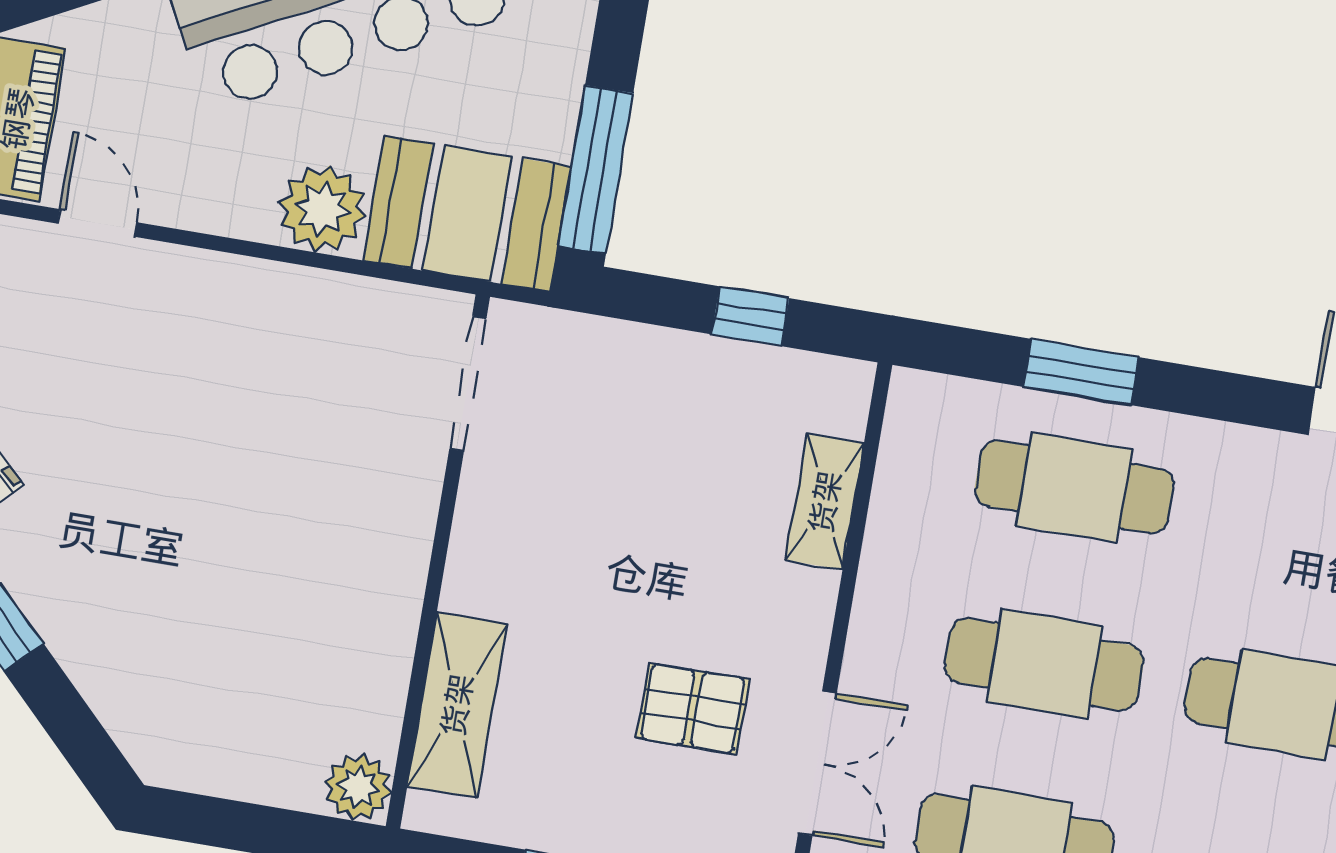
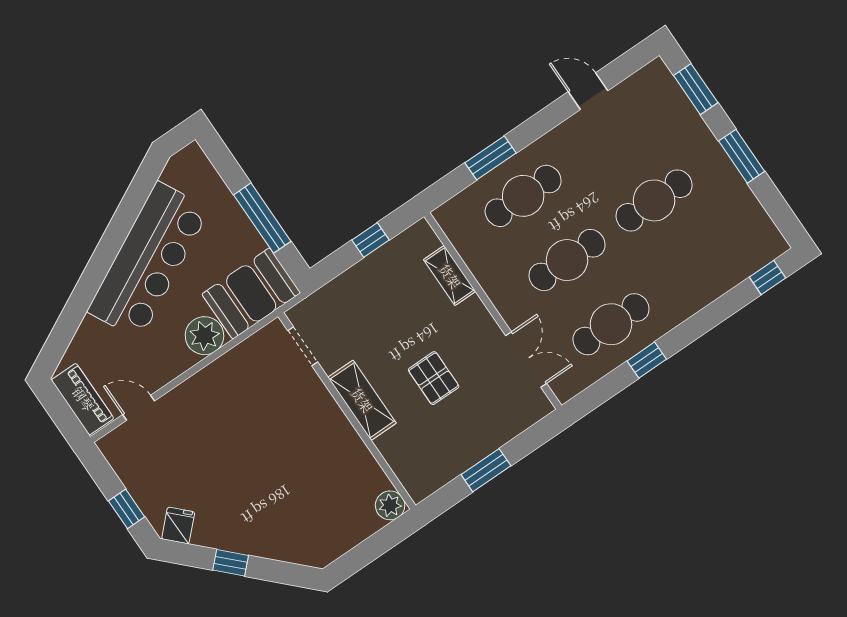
window: (596, 170) -> (262, 218), moved
doorway: (468, 383) -> (303, 346), width x0.73
shelving: (457, 705) -> (362, 400), moved
pallet: (693, 709) -> (434, 378), moved, turned 90

